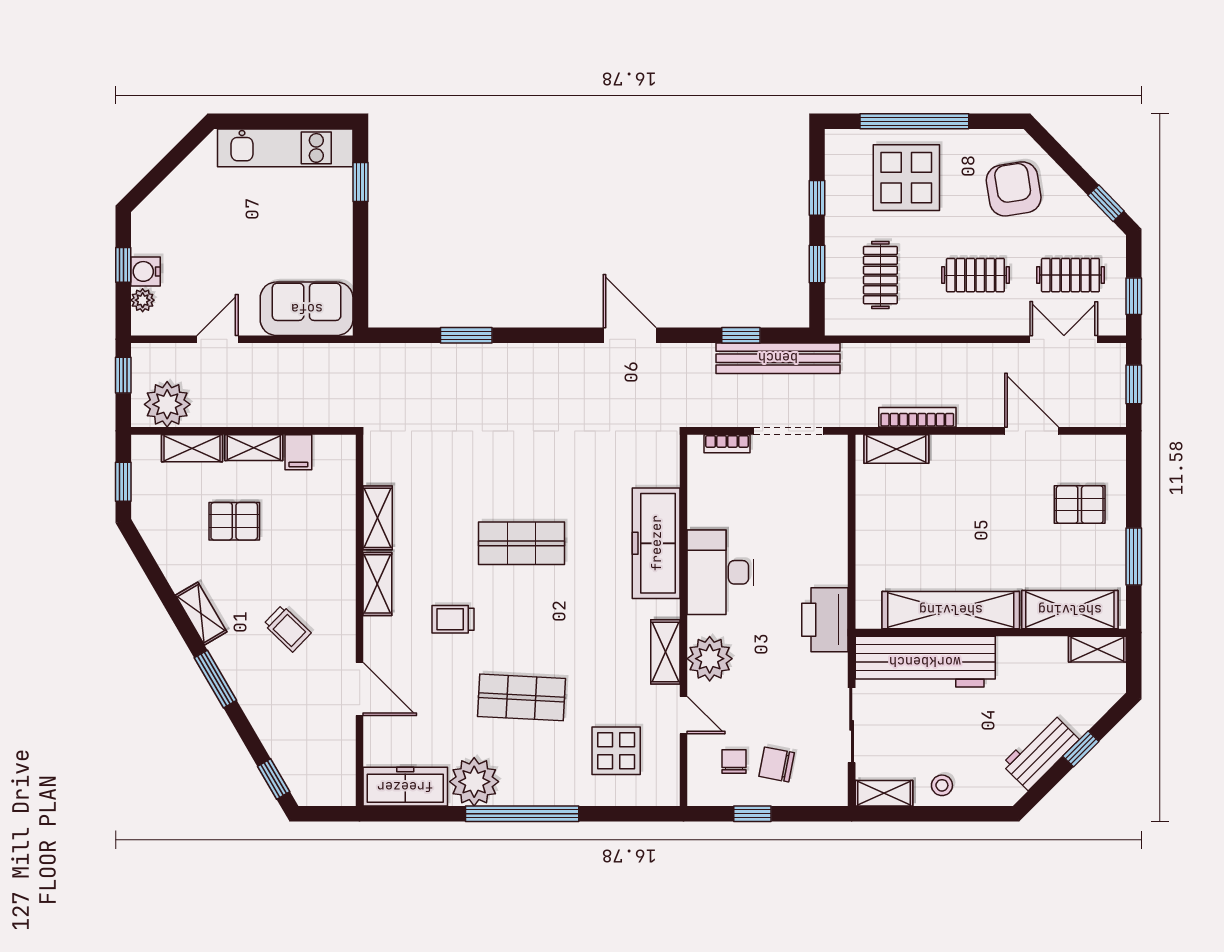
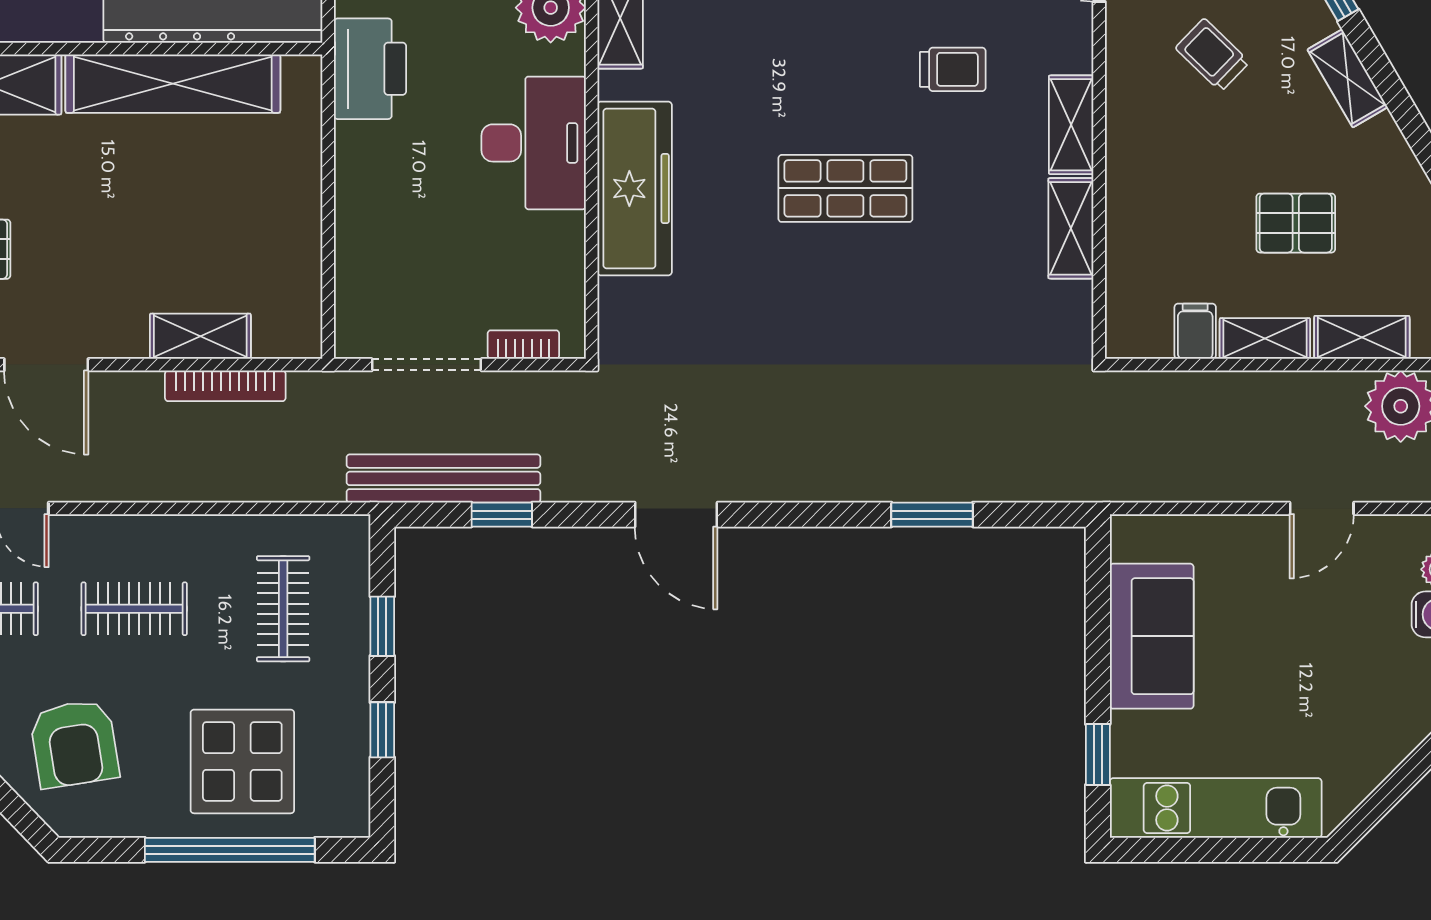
sofa: (307, 309) -> (1152, 636), moved, turned -90
shelving: (896, 449) -> (200, 336), moved

